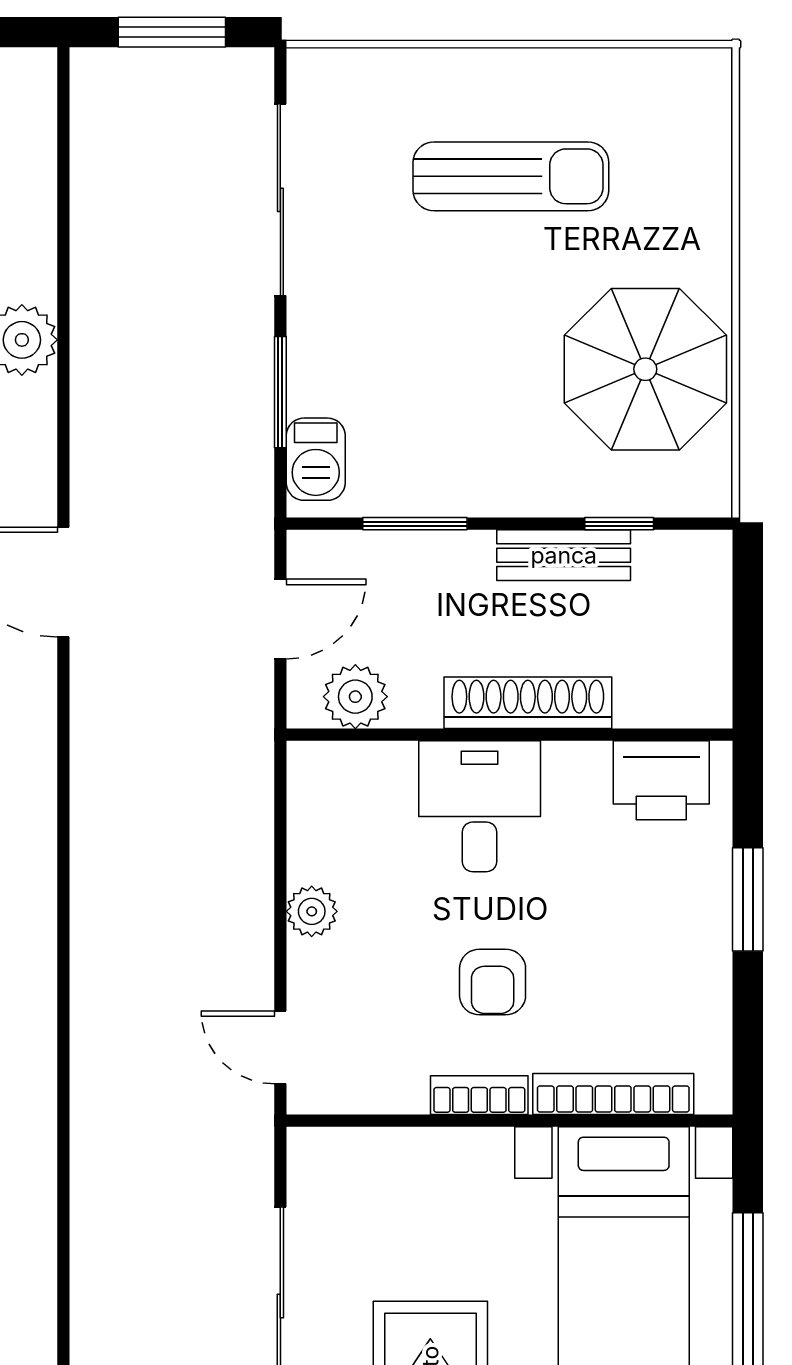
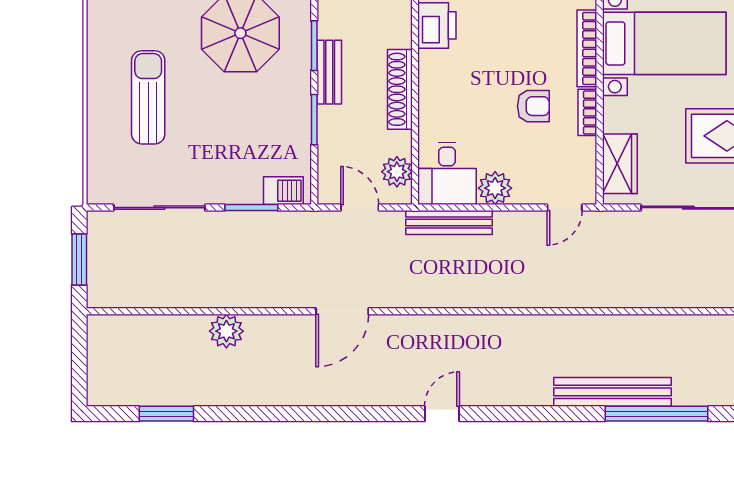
window: (415, 524) -> (314, 120), moved
window: (619, 524) -> (314, 46), width x1.50
bench: (249, 806) -> (449, 223), added
desk: (480, 806) -> (447, 173), moved, turned -90
plant: (312, 911) -> (495, 188), width x1.38, depth x1.38
wardrobe: (372, 1163) -> (620, 164), added

